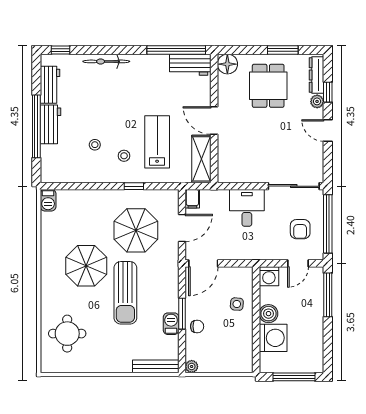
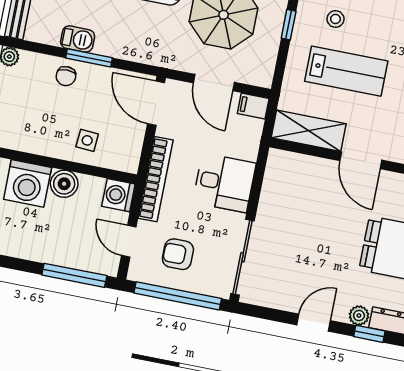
door: (214, 120) -> (361, 160), swing flipped
bookcase: (253, 254) -> (156, 179), added

